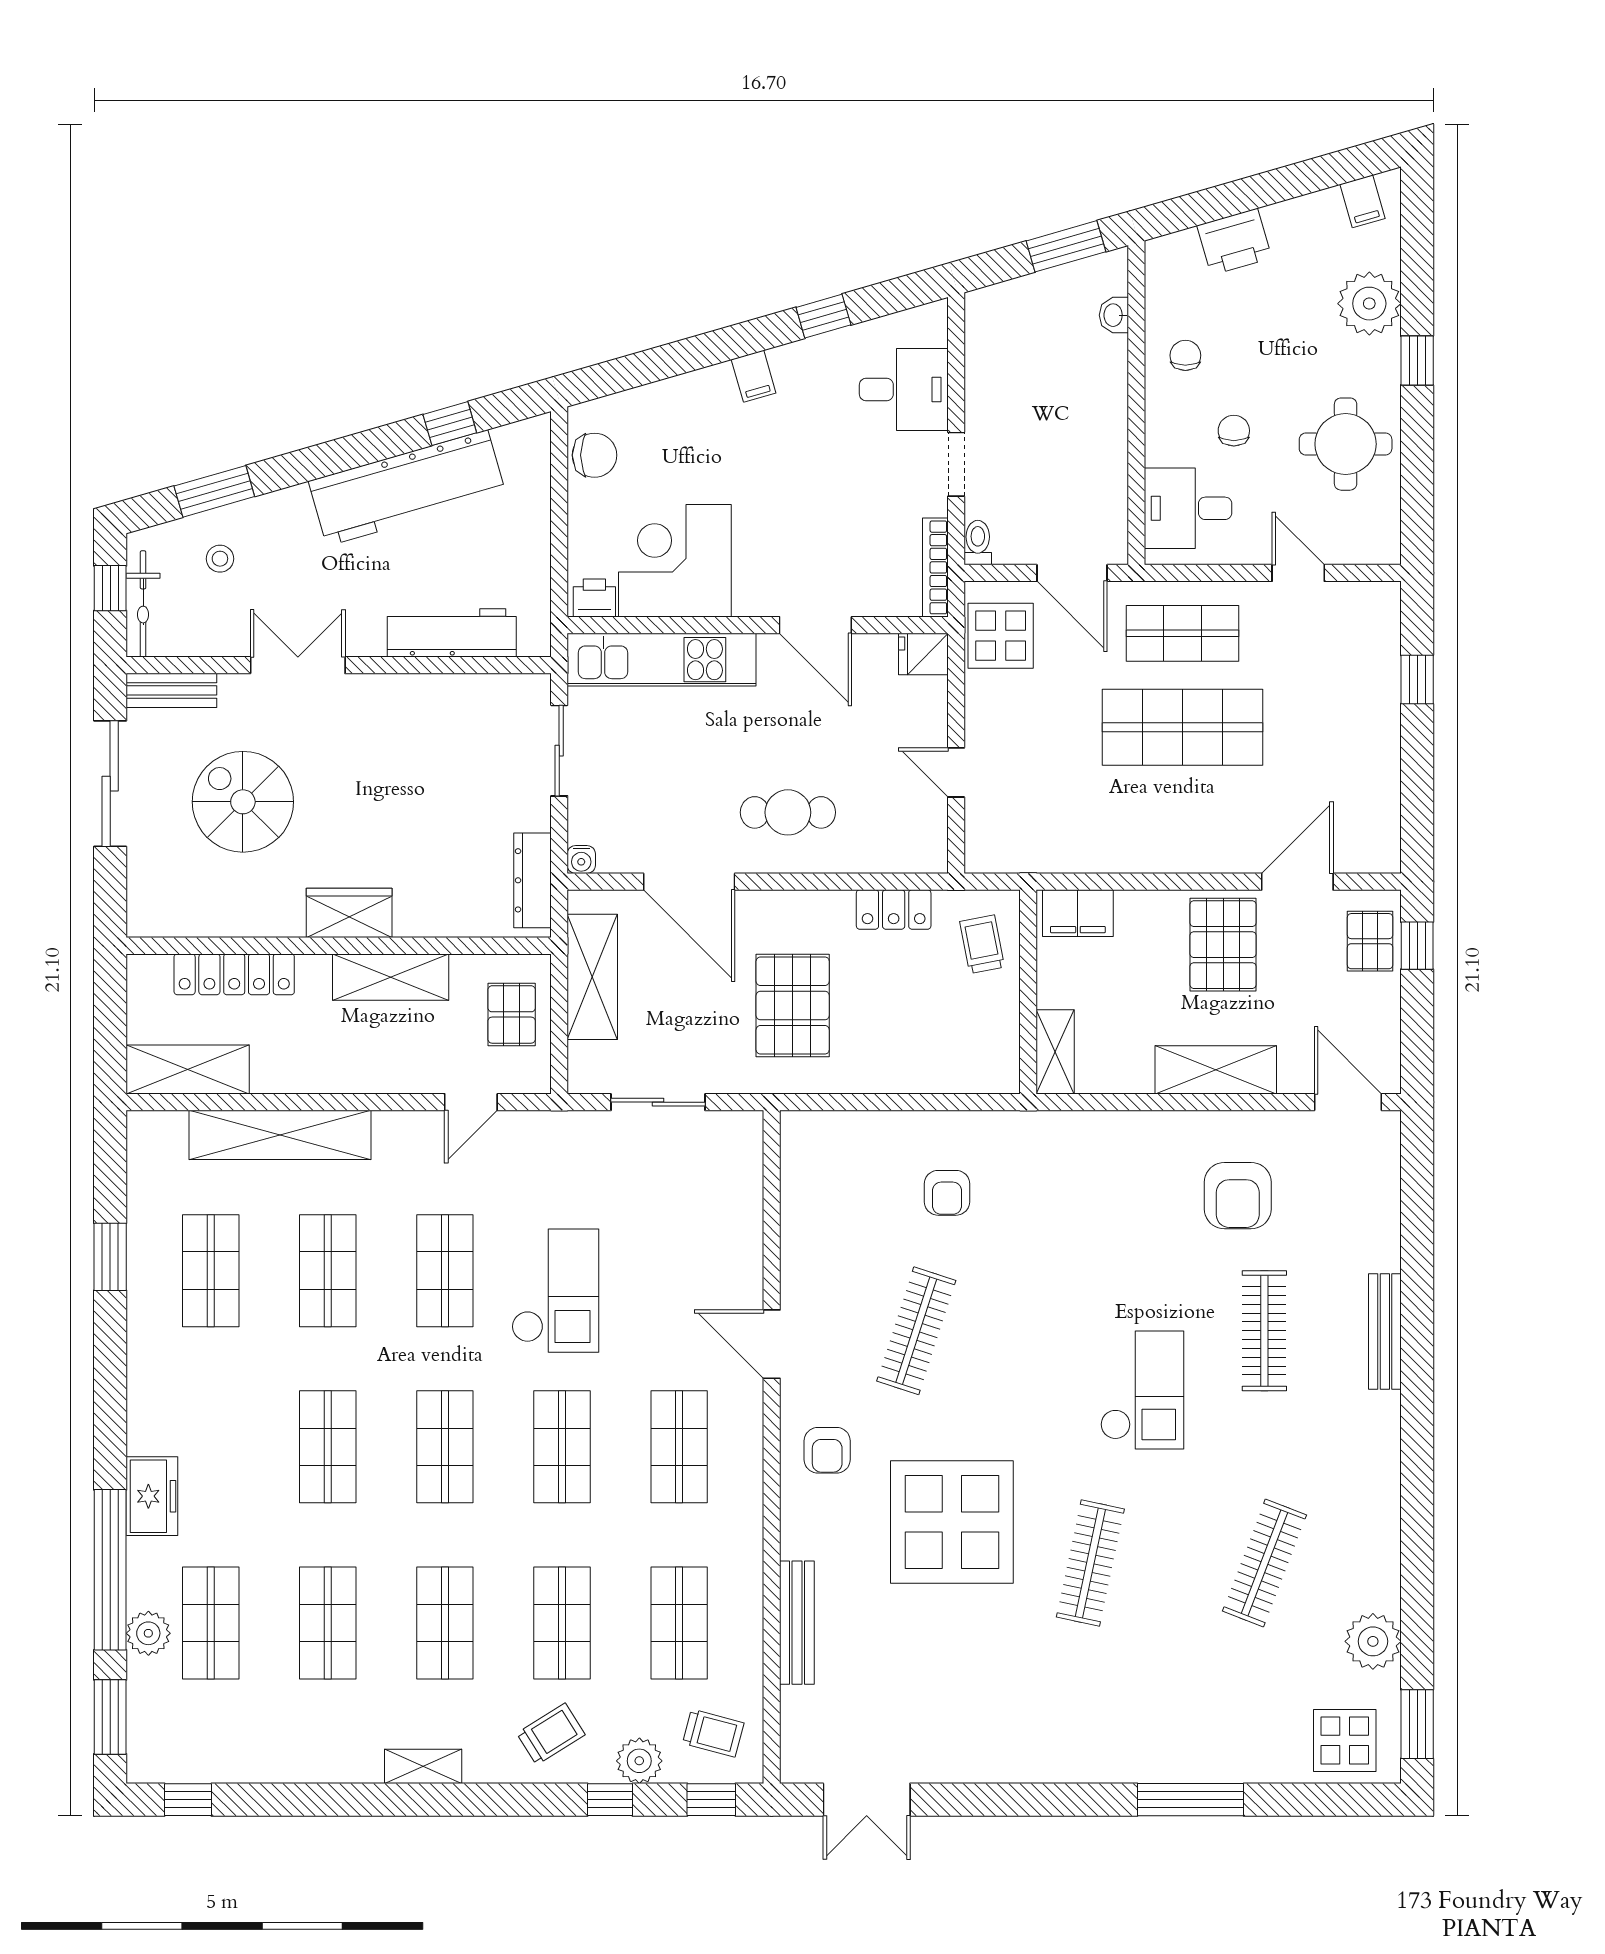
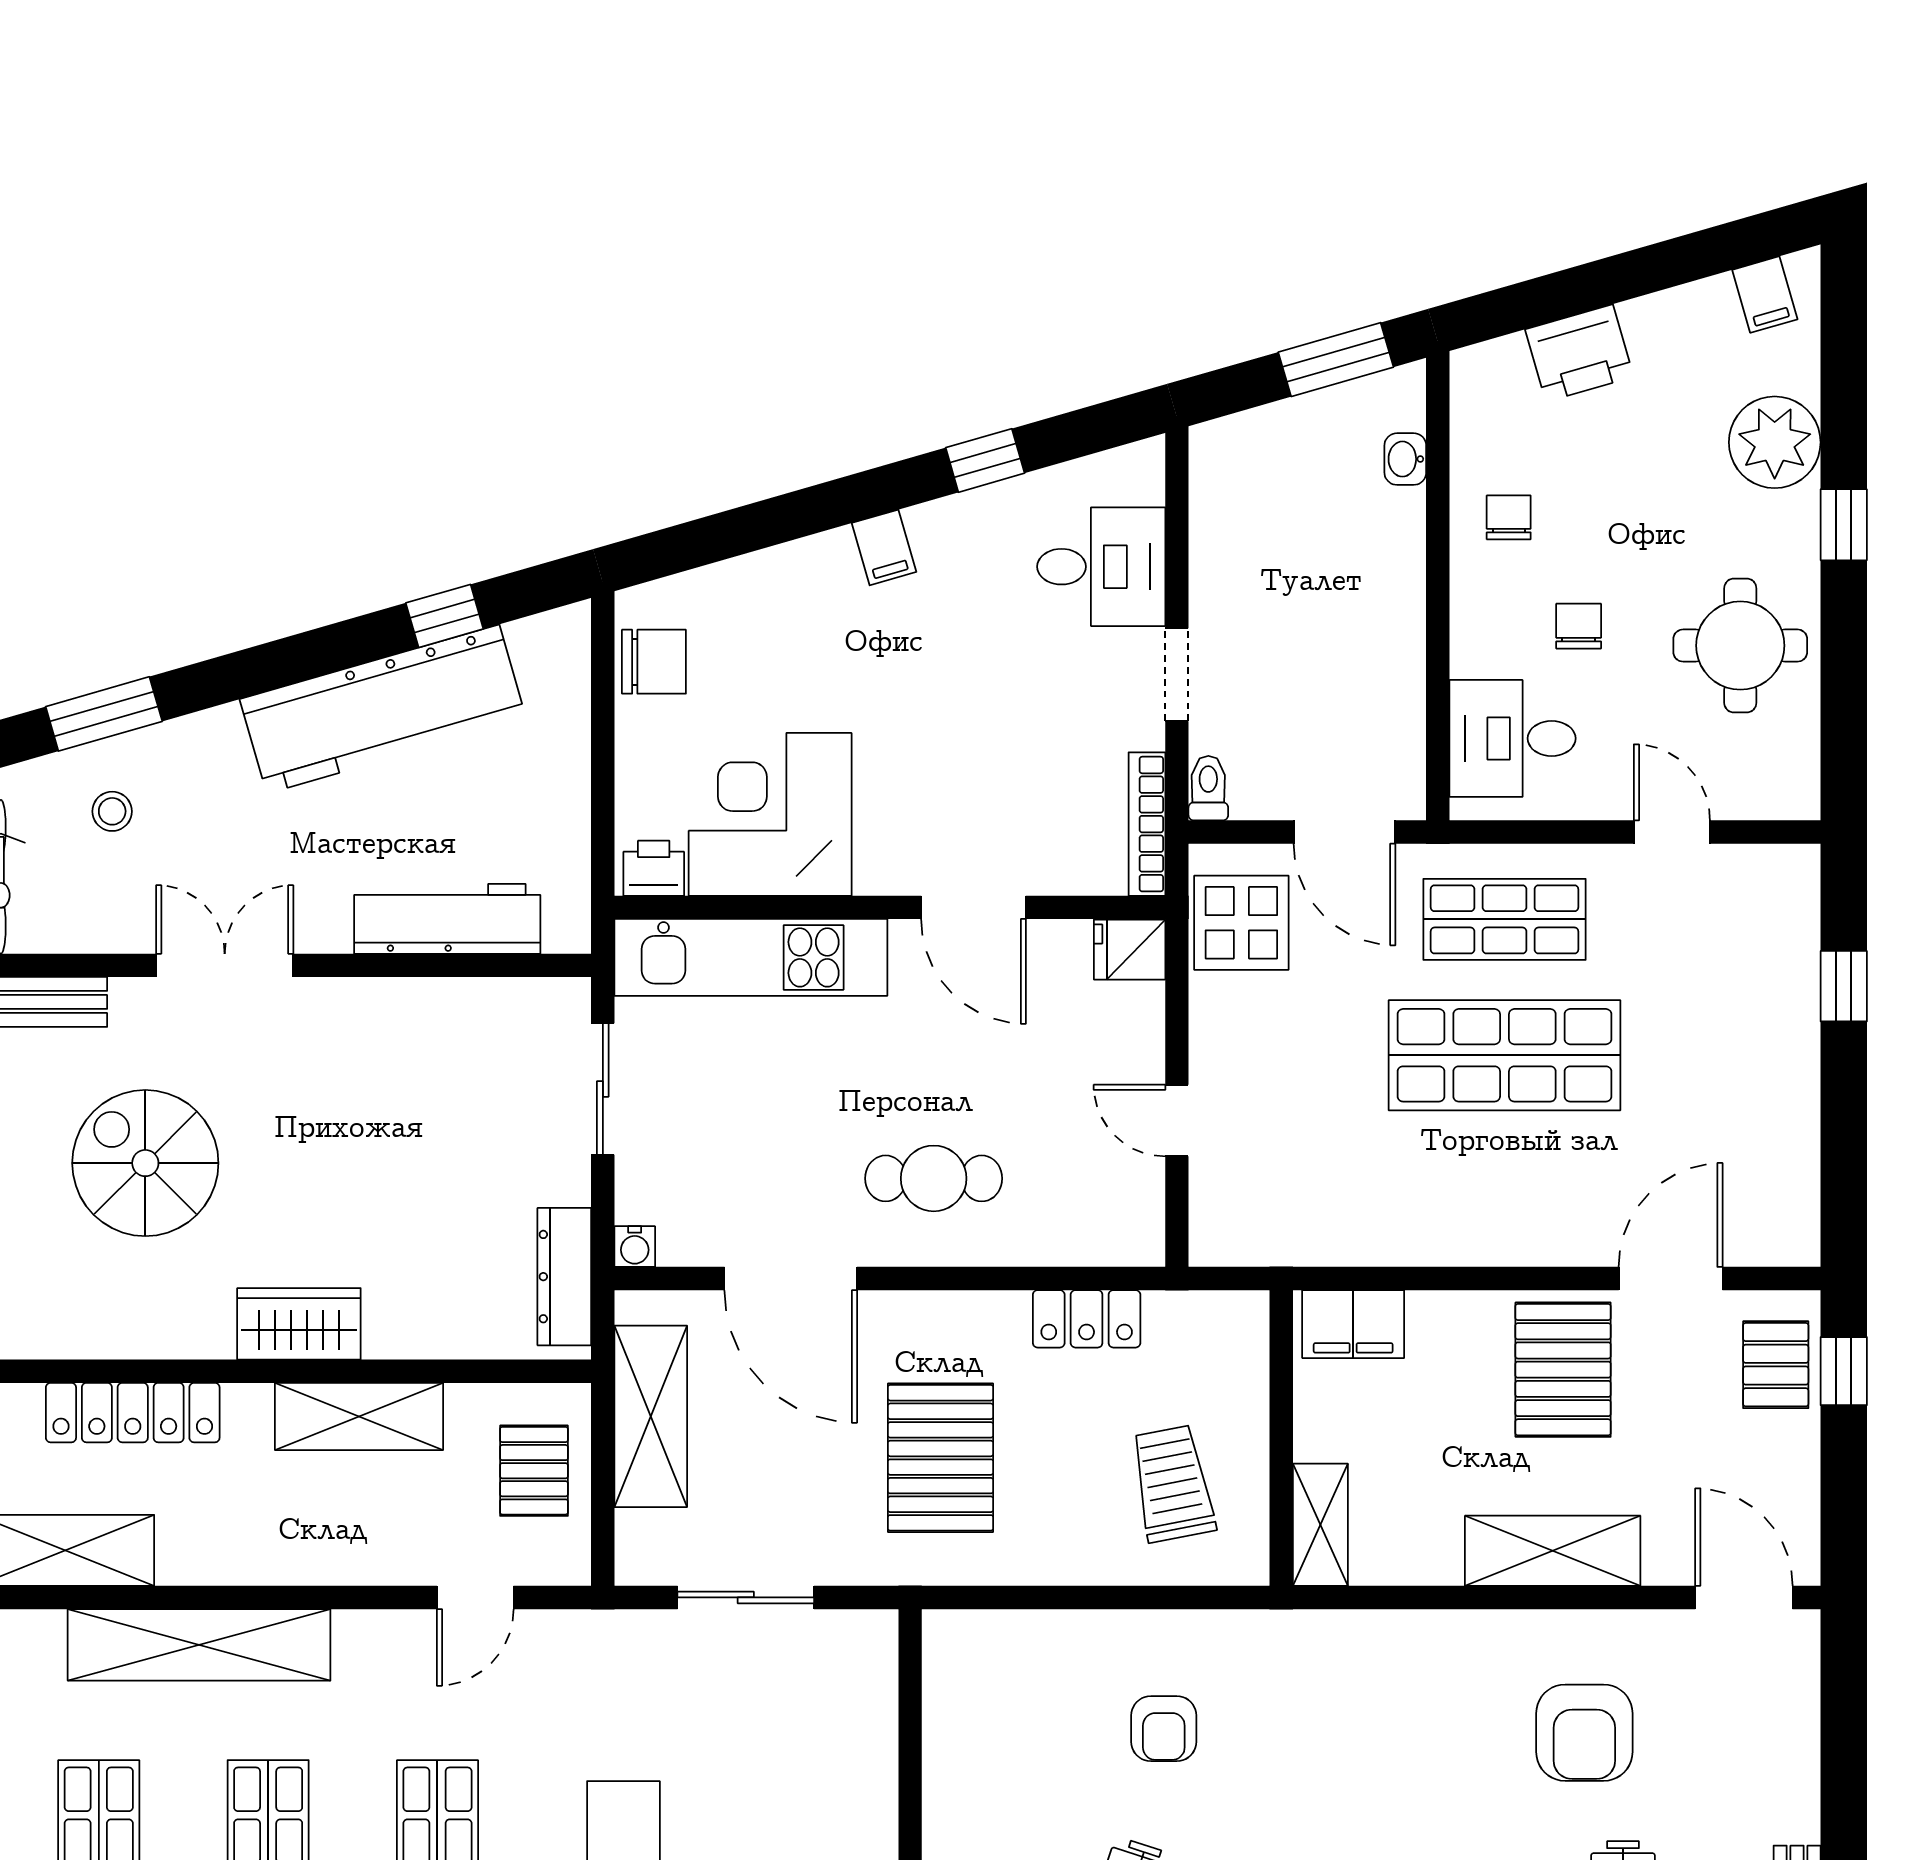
trolley: (982, 944) -> (1172, 1484), moved, width x1.36, depth x1.39

